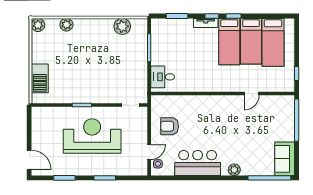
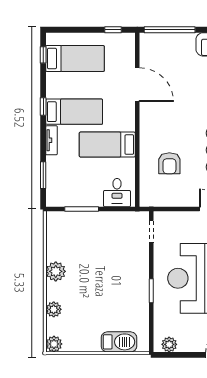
window: (212, 16) -> (43, 55), moved
plant: (122, 26) -> (56, 271), moved
bed: (251, 41) -> (107, 145), moved, turned 180
door: (252, 94) -> (137, 85), width x1.87
plant: (38, 120) -> (169, 344), added
armchair: (170, 126) -> (169, 163), moved

